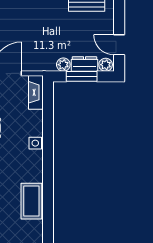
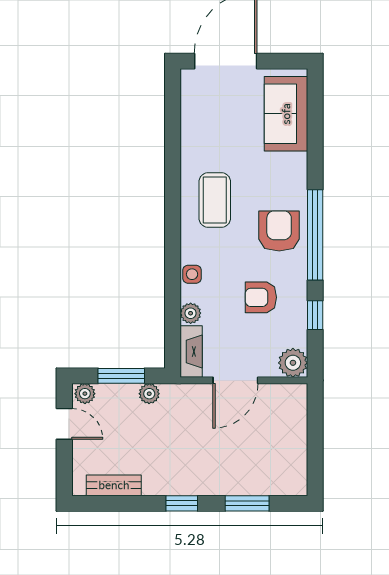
dresser: (85, 64) -> (117, 395), removed
plant: (36, 118) -> (191, 313), added
coffee table: (31, 201) -> (215, 200), moved

